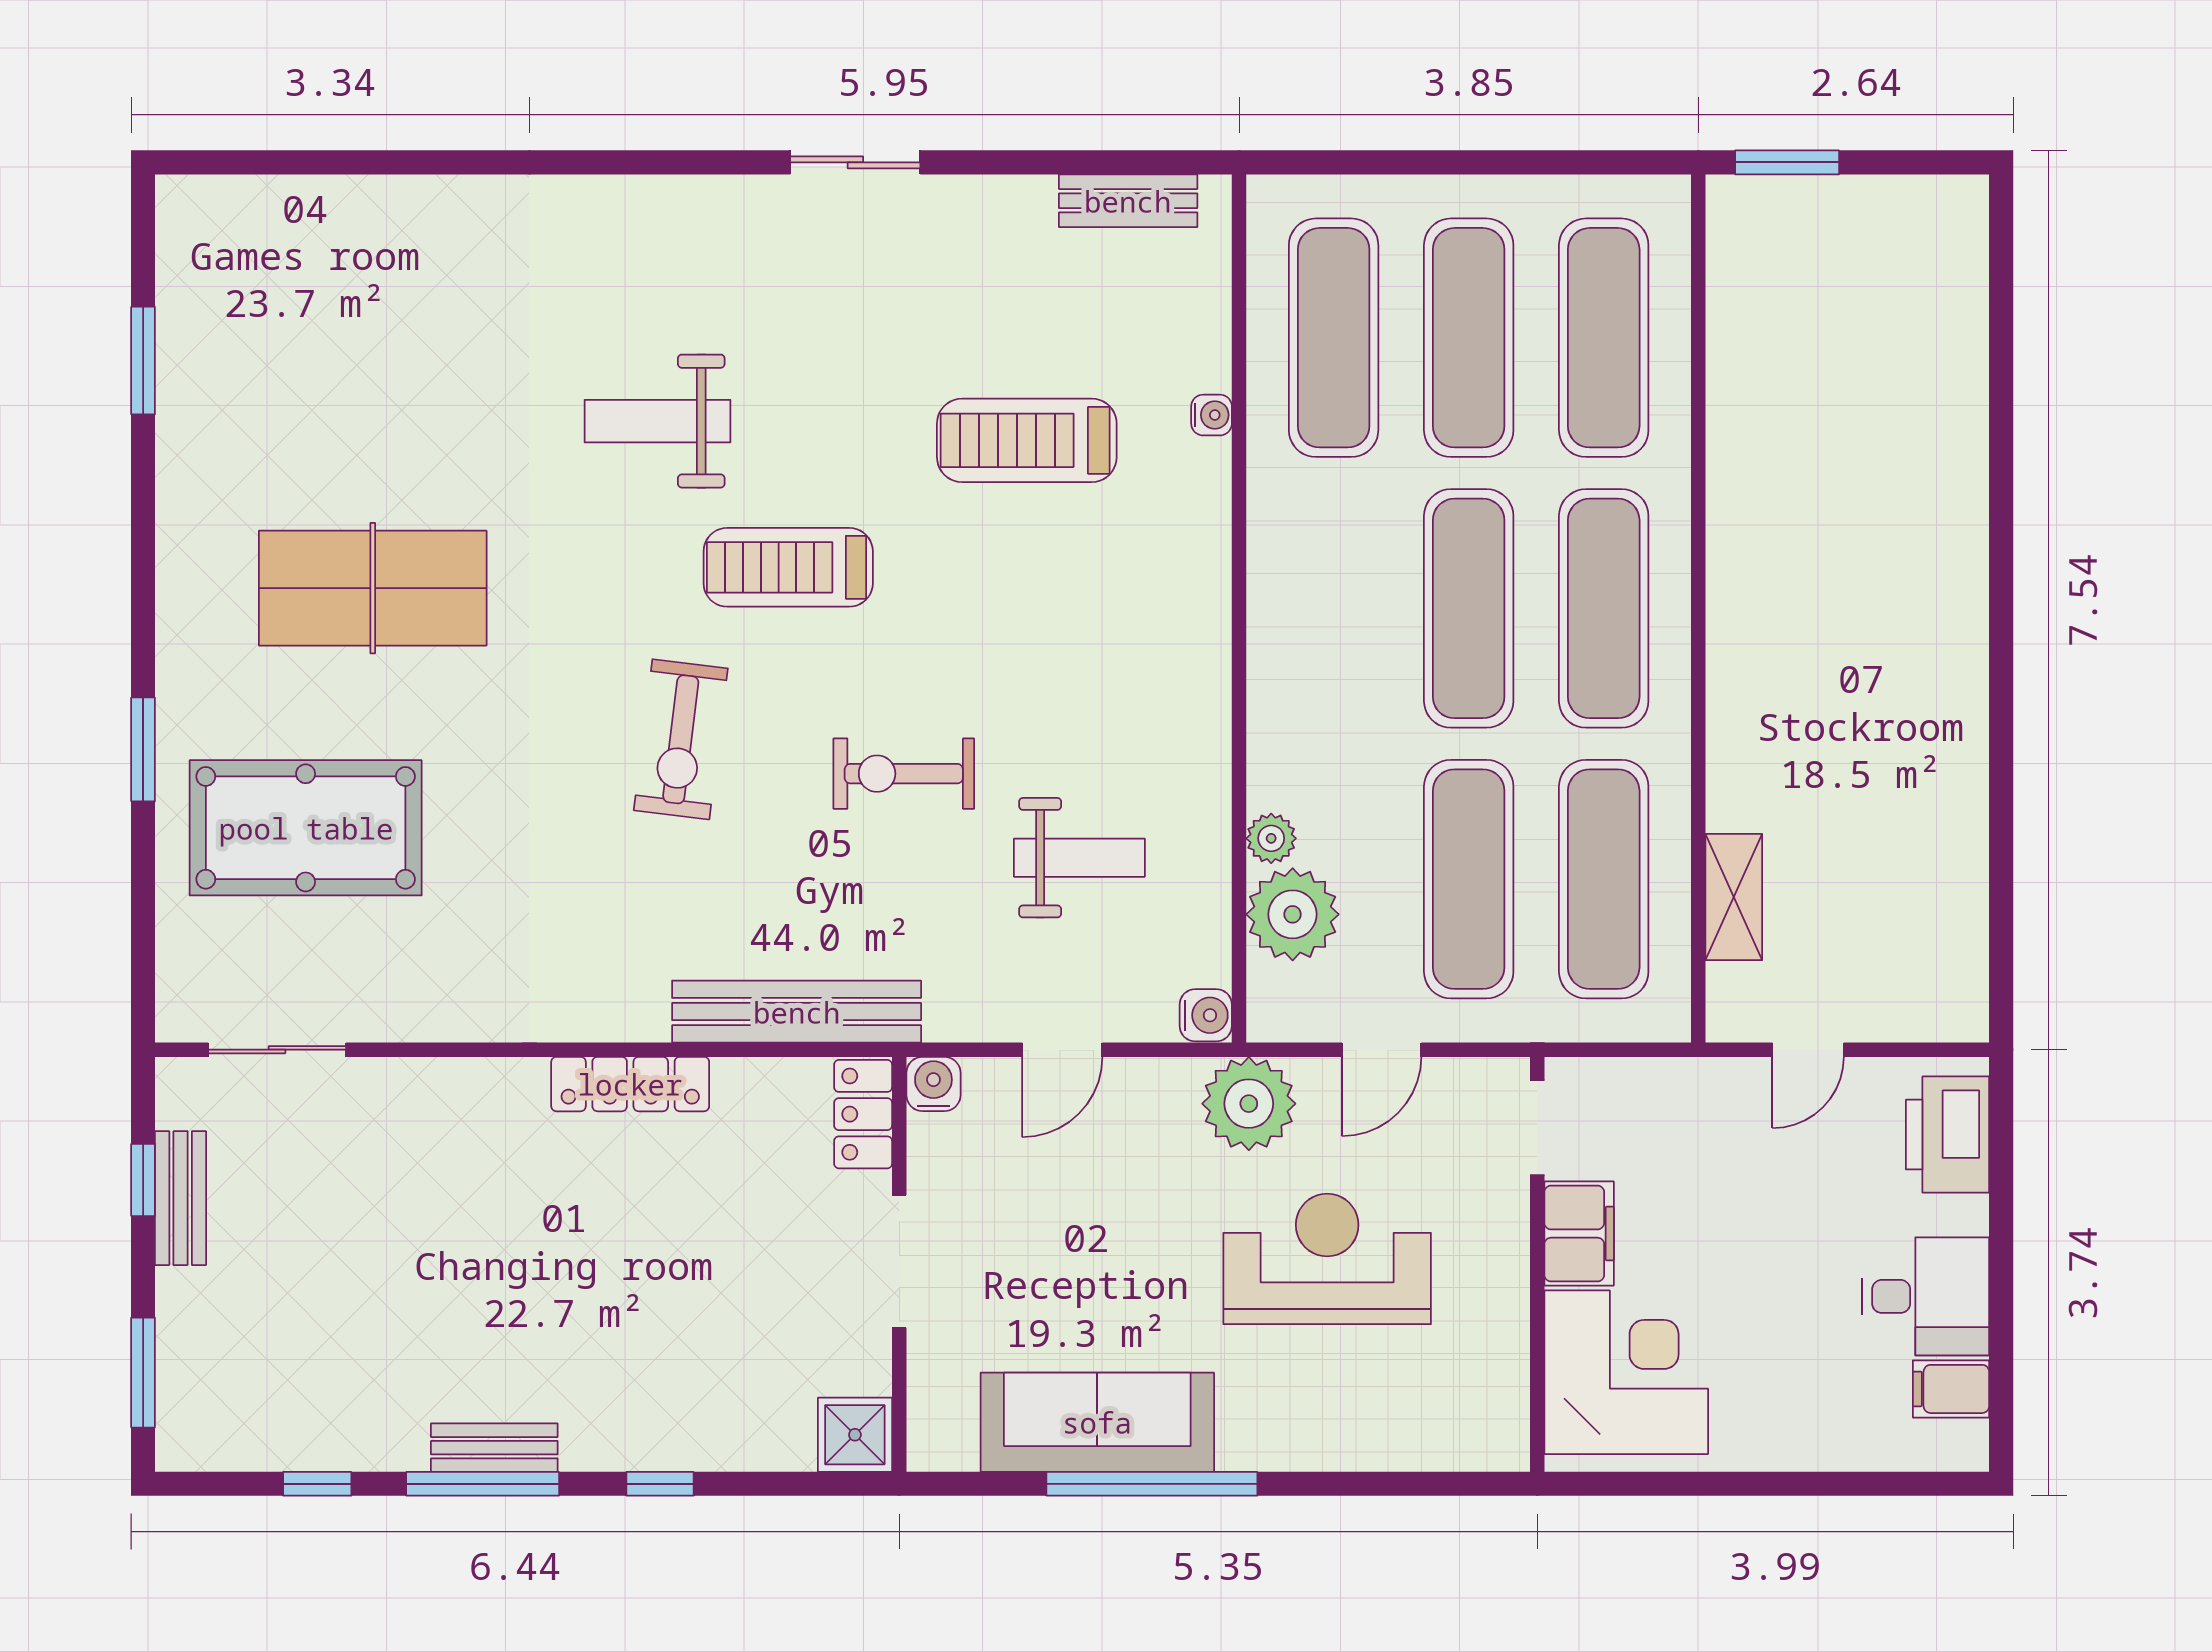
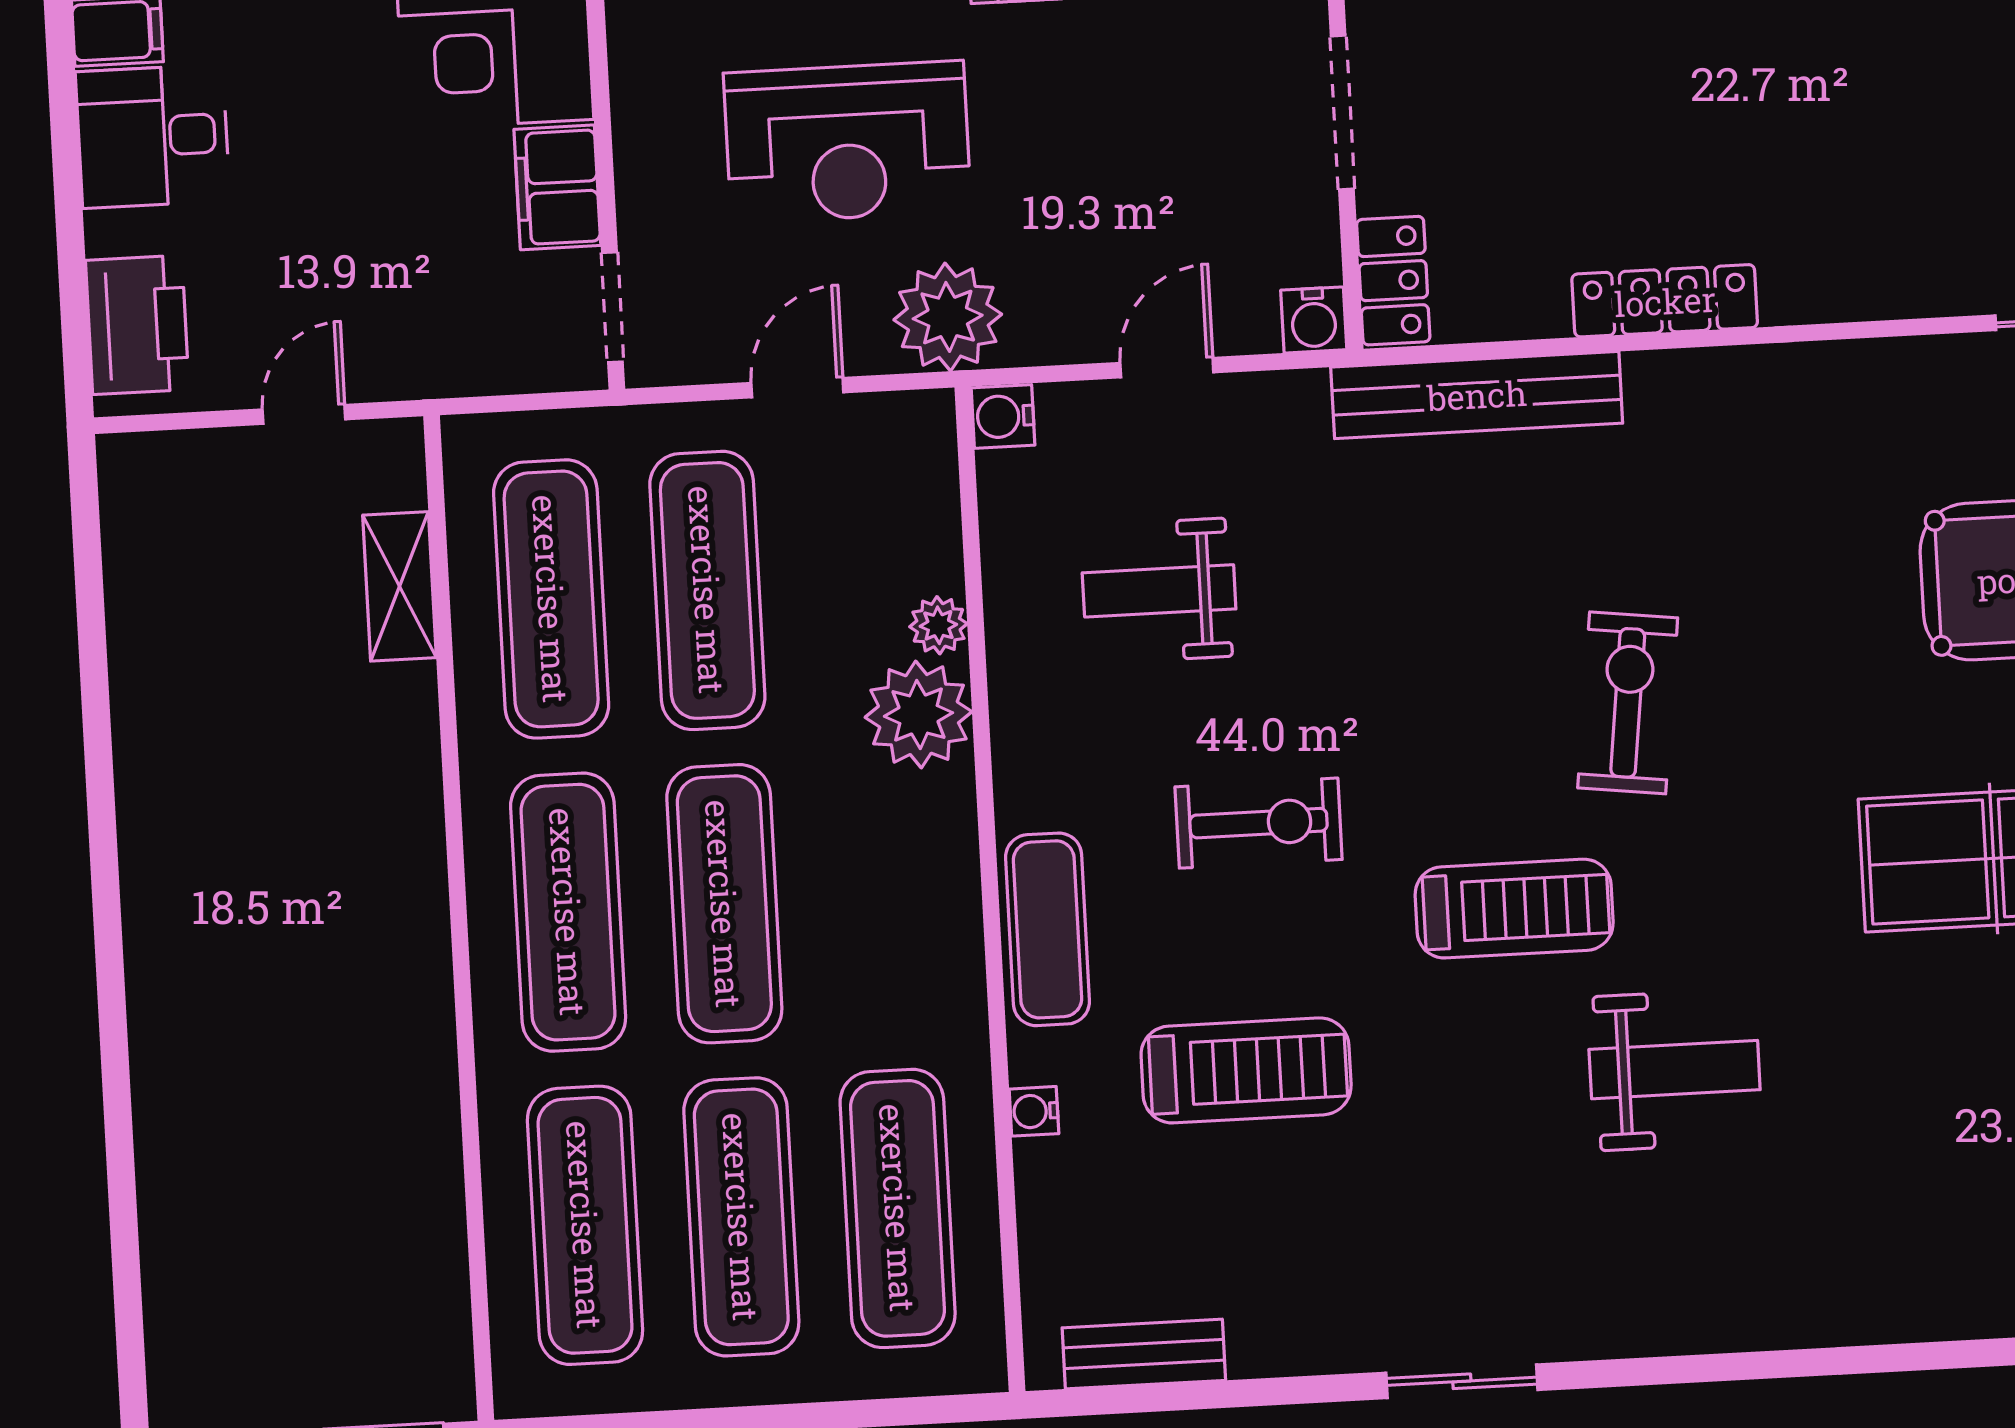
exercise mat: (1191, 571) -> (1048, 929), added
exercise bike: (904, 774) -> (1259, 823), moved
plant: (1293, 914) -> (918, 715), moved

